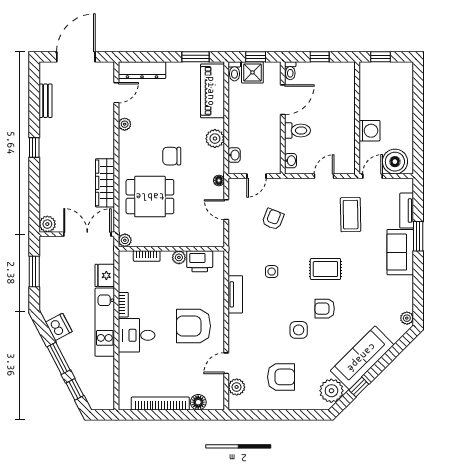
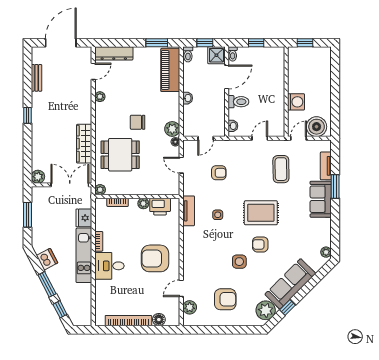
shower: (252, 72) -> (216, 55), moved
plant: (215, 139) -> (172, 129), moved
washbasin: (234, 155) -> (188, 98), moved
armchair: (273, 219) -> (219, 173), turned 69
rug: (325, 269) -> (261, 213), width x1.36, depth x1.43
tv unit: (235, 294) -> (189, 211), moved

